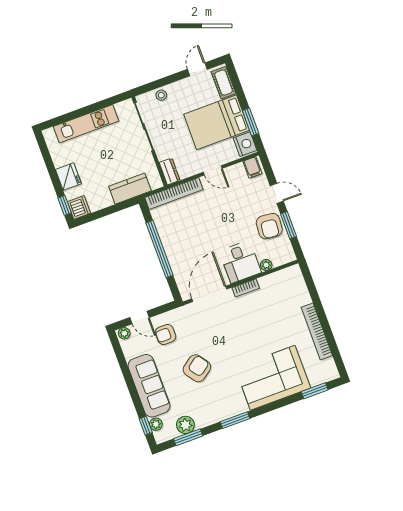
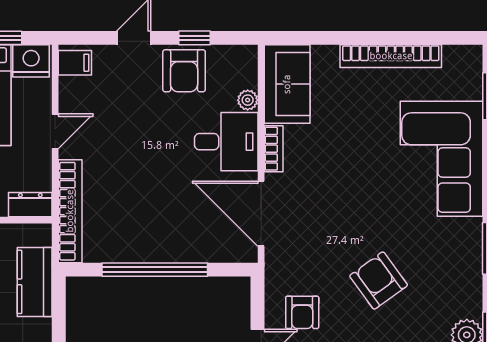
window: (288, 225) -> (194, 38), width x0.67
armchair: (269, 226) -> (184, 71), turned 85
sofa: (282, 283) -> (287, 84), added

